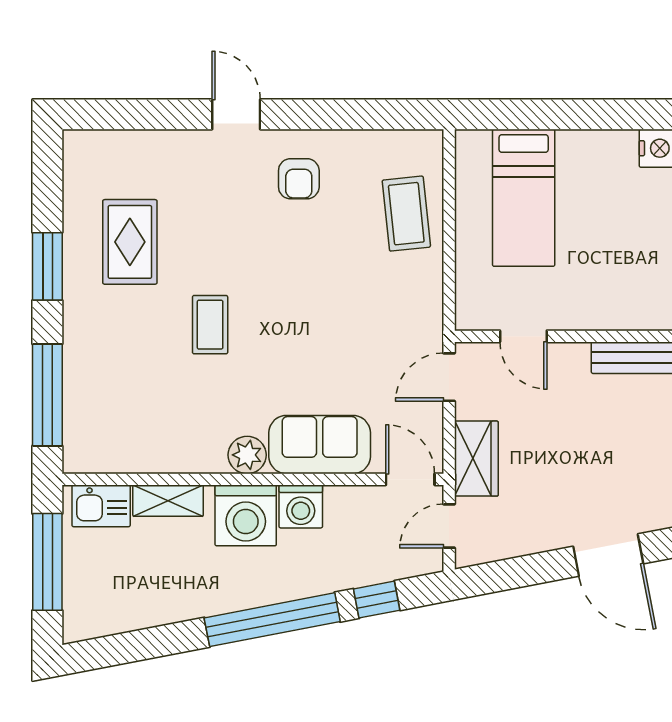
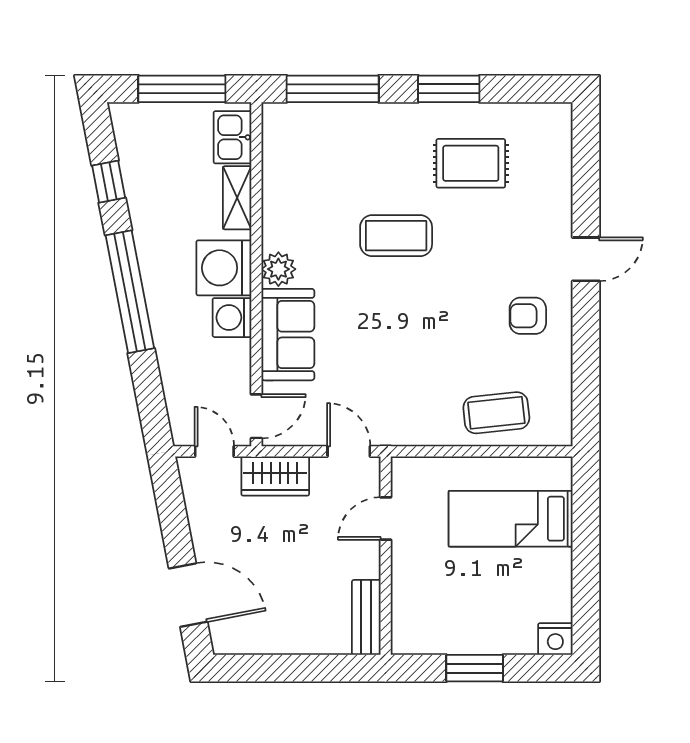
coffee table: (210, 325) -> (396, 236), width x1.36, depth x1.30
door: (608, 555) -> (188, 595), swing flipped
window: (377, 600) -> (109, 182), moved

